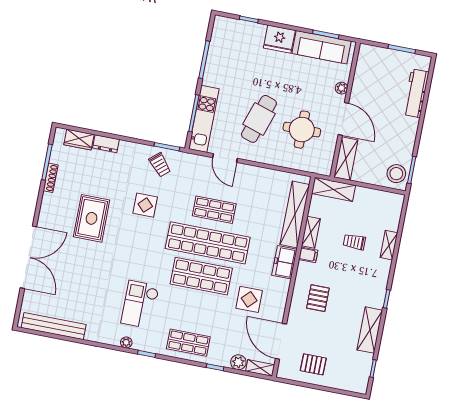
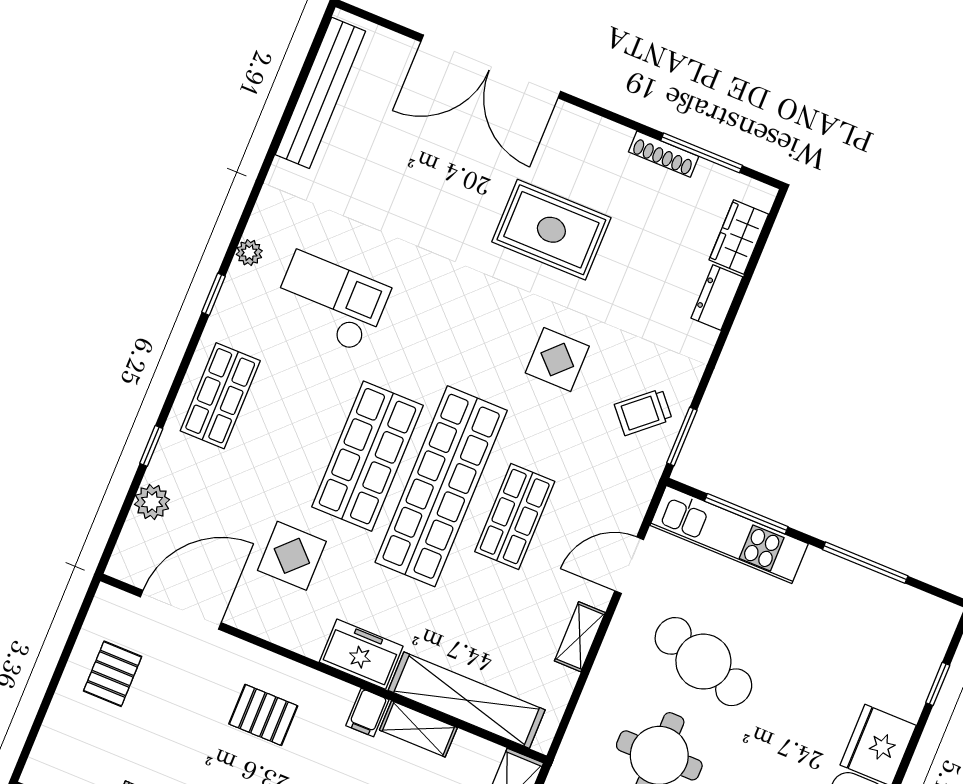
shelving: (260, 368) -> (580, 637), moved

